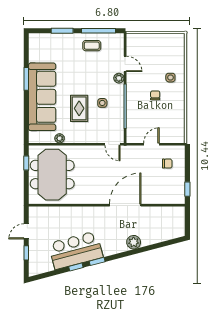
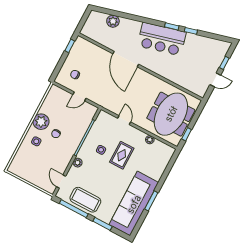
coffee table: (92, 46) -> (85, 200), width x1.86, depth x1.72
door: (125, 64) -> (61, 181), moved
sofa: (42, 97) -> (134, 204), moved
plant: (176, 99) -> (41, 122), added
door: (112, 144) -> (124, 120), moved
door: (125, 205) -> (126, 59), hinge flipped
plant: (134, 242) -> (113, 21), moved
bar counter: (76, 250) -> (162, 39), moved

